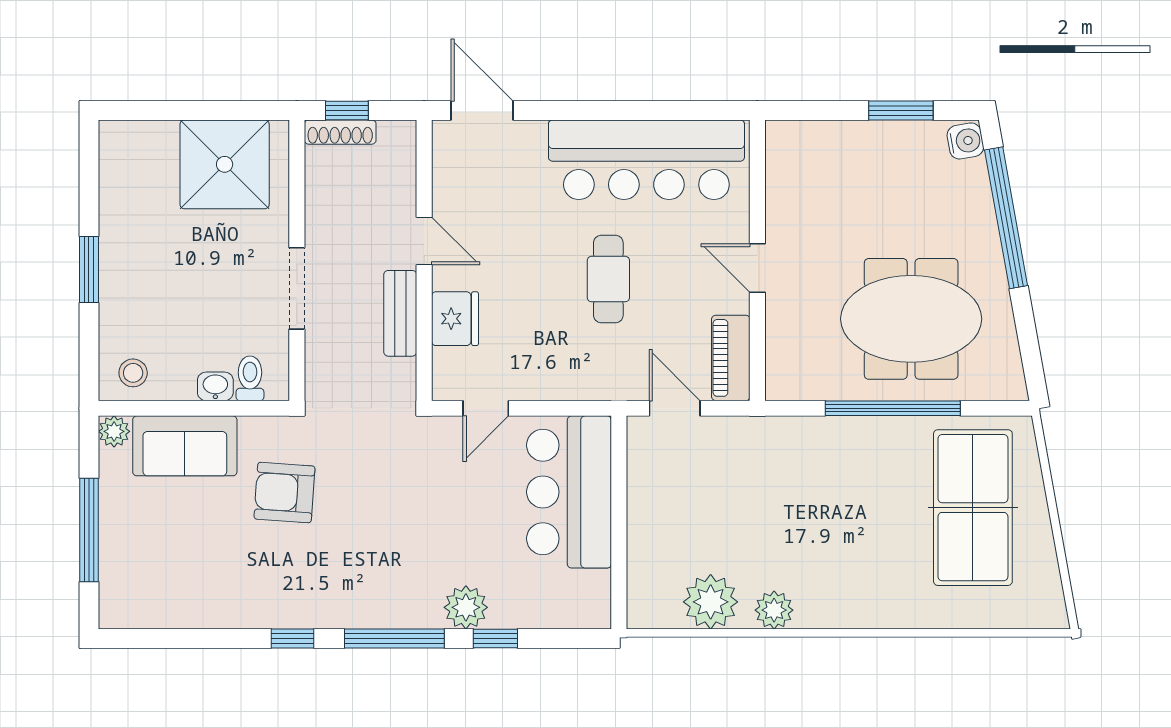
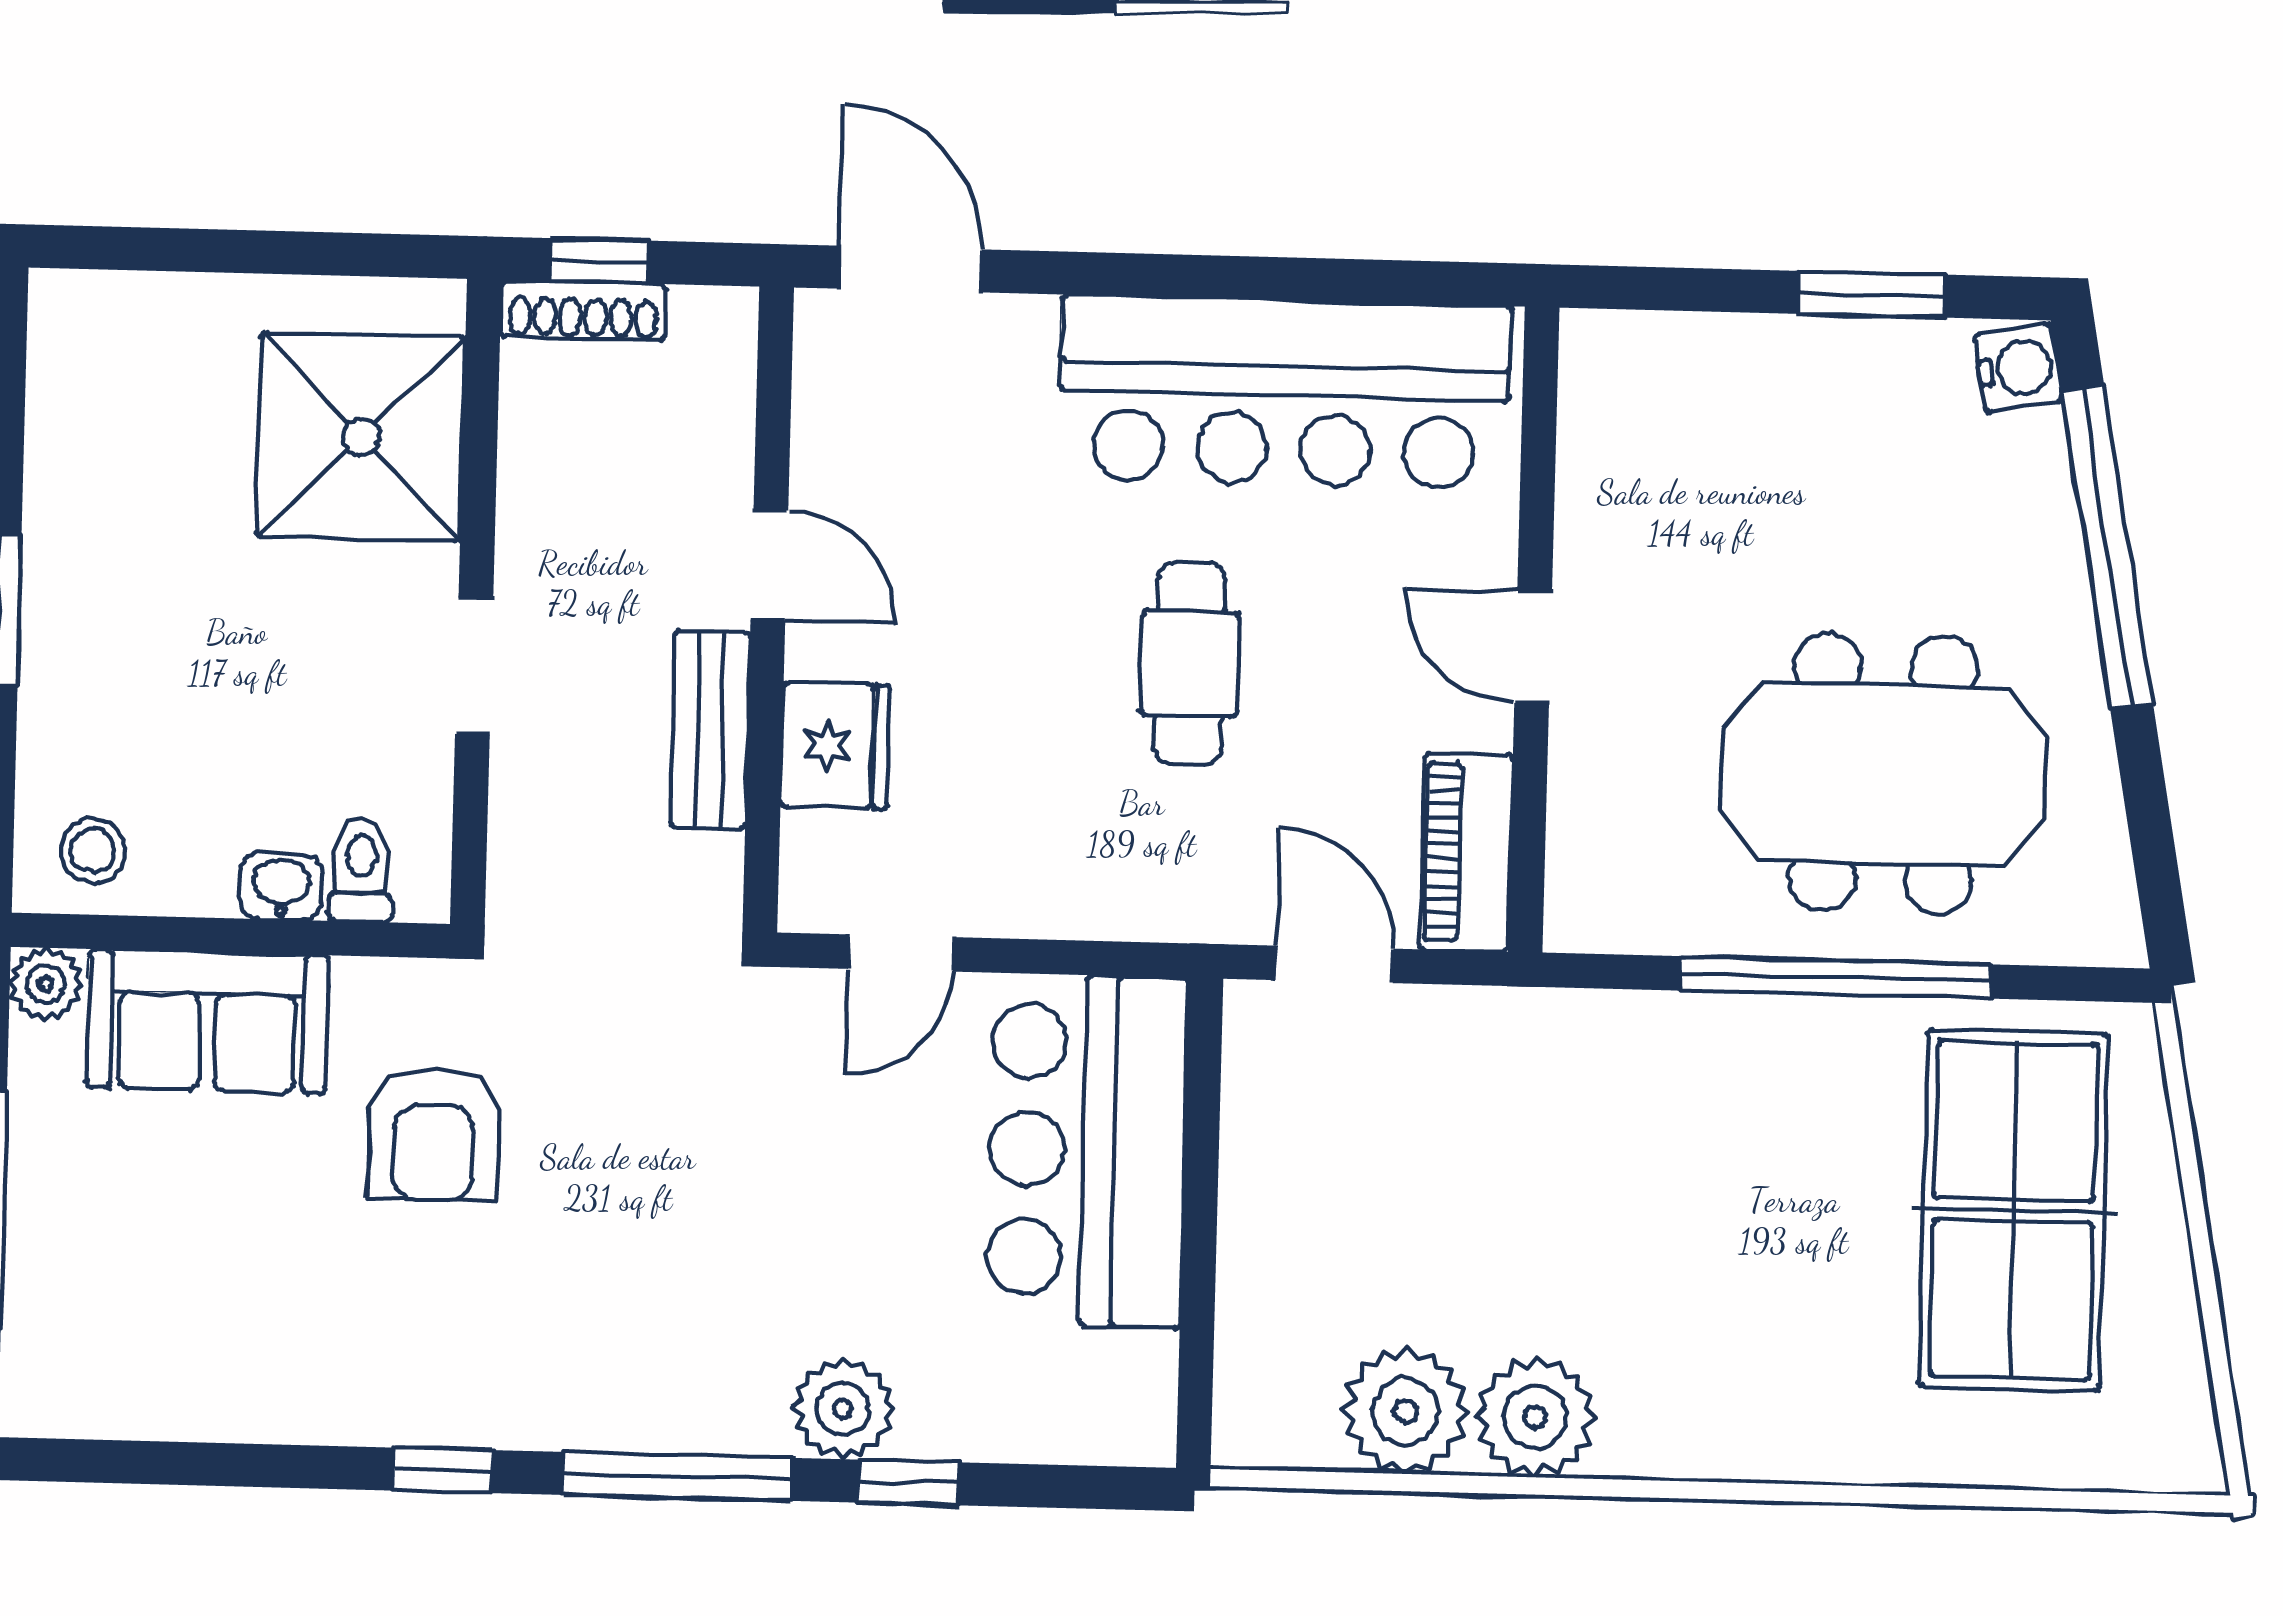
shower: (225, 164) -> (361, 437), moved
doorway: (297, 288) -> (474, 666), width x0.73
armchair: (284, 493) -> (434, 1134), turned -94
plant: (774, 610) -> (1535, 1417), width x1.36, depth x1.36

